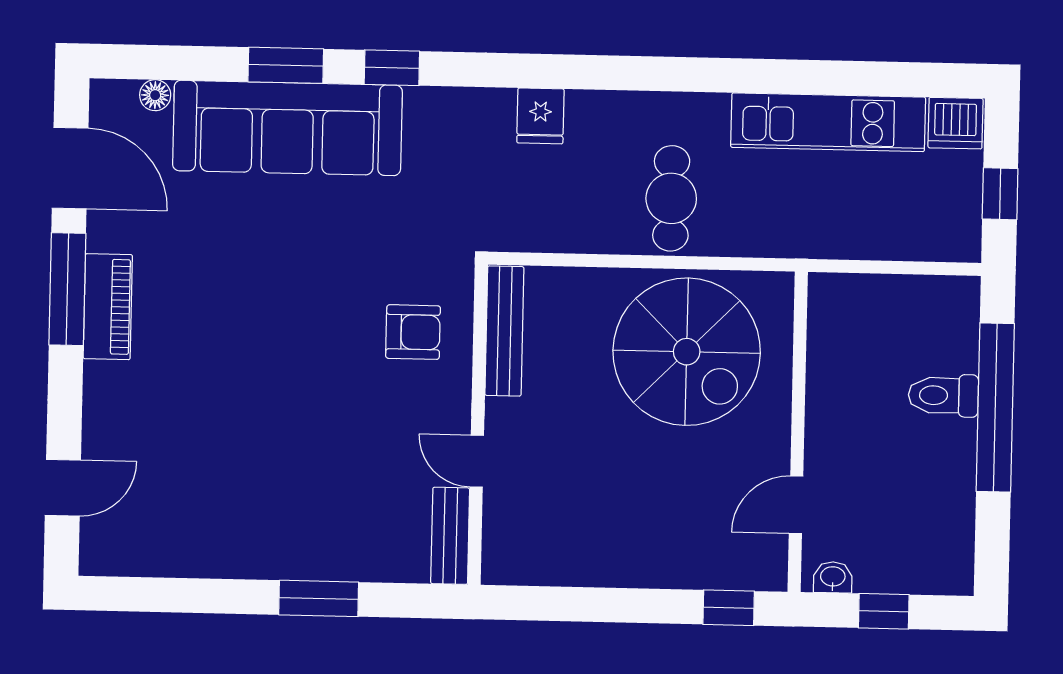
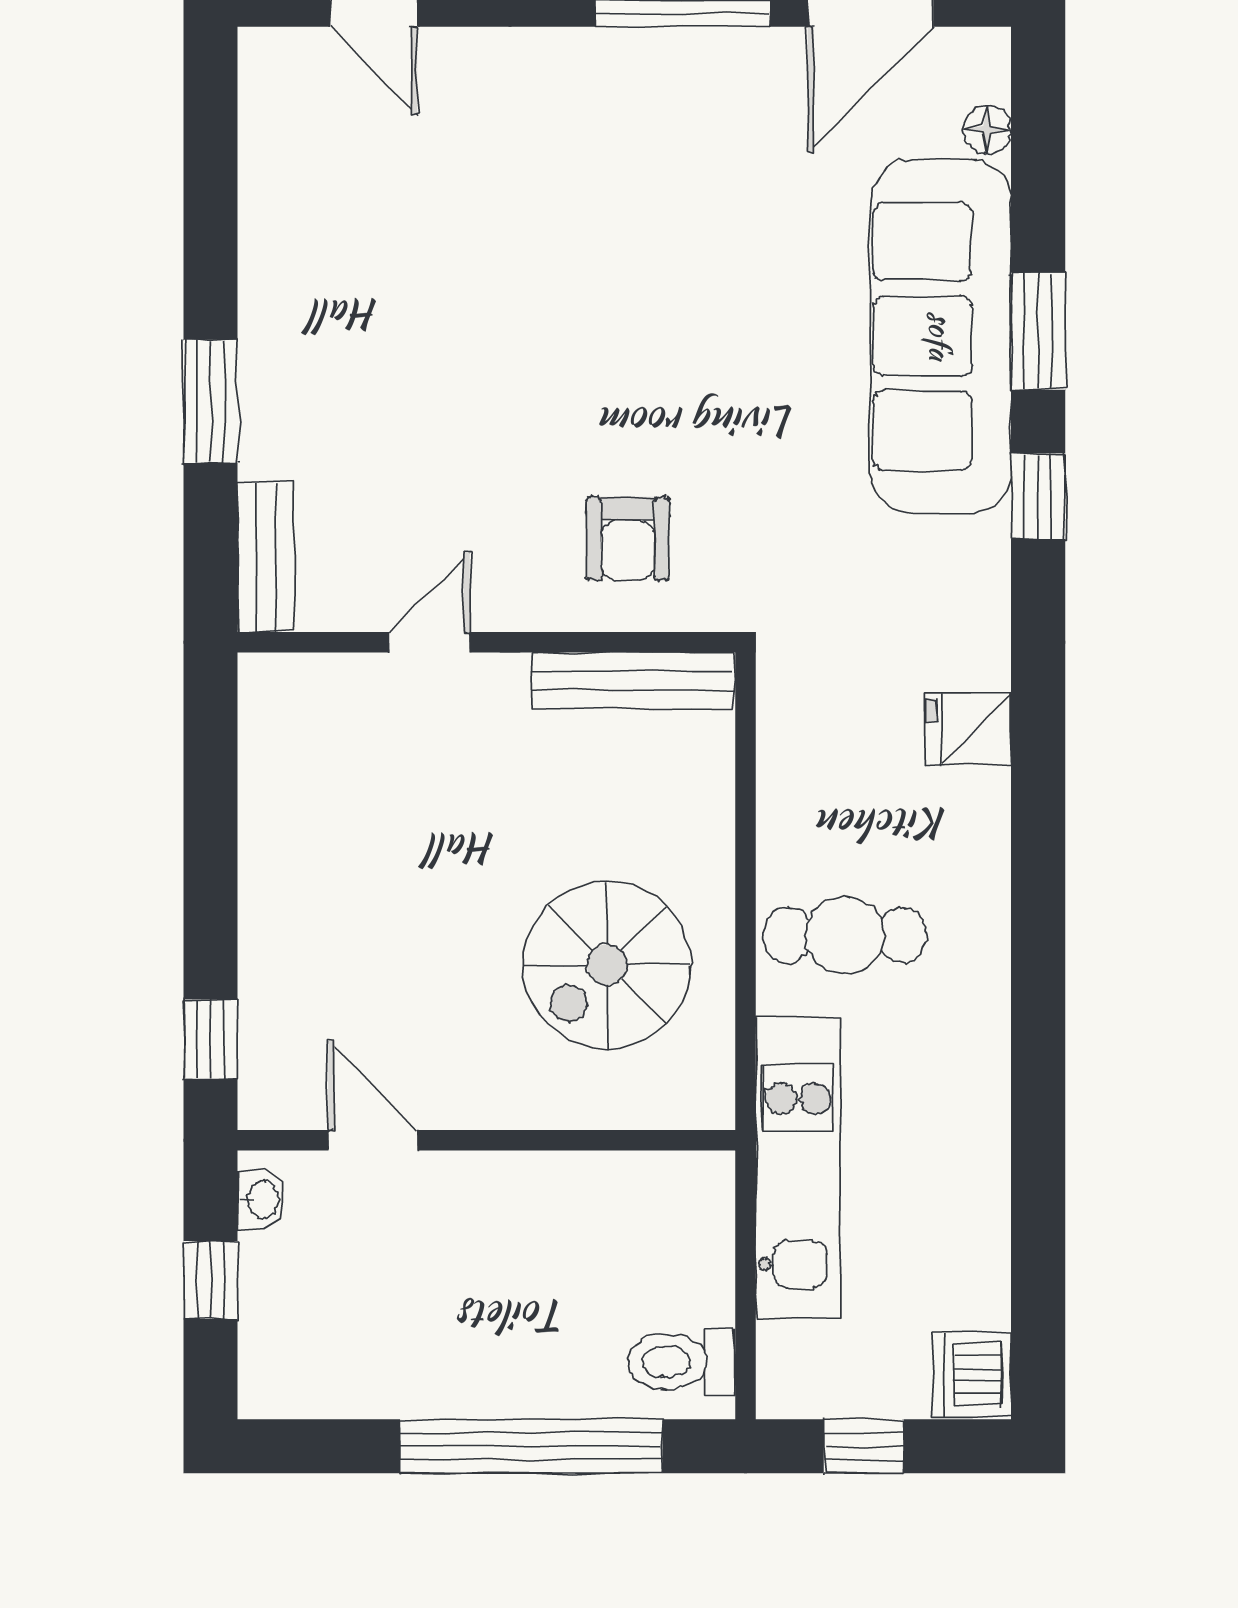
kitchen unit: (828, 122) -> (798, 1168), moved, turned 180
piano: (108, 307) -> (657, 63), removed
spiral stairs: (687, 352) -> (607, 965), width x0.73, depth x0.73
toilet: (943, 395) -> (681, 1362), moved, turned -90
bench: (450, 536) -> (266, 557), moved, turned 90

